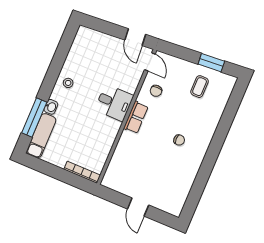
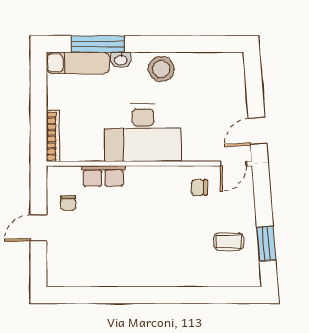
stool: (68, 83) -> (161, 69), width x1.89, depth x1.89
desk: (114, 103) -> (143, 133), width x1.87, depth x1.30
row of seats: (136, 117) -> (103, 176), moved
chair: (179, 140) -> (68, 203), moved

